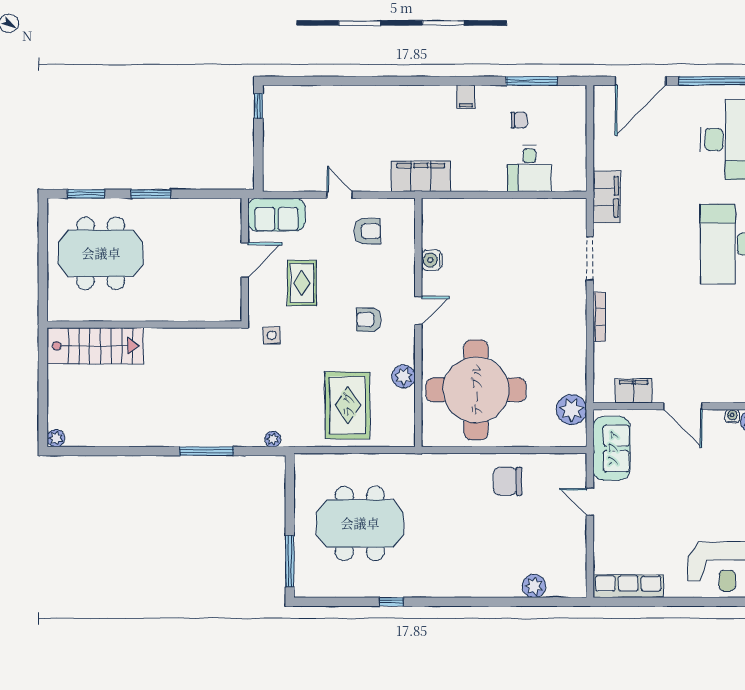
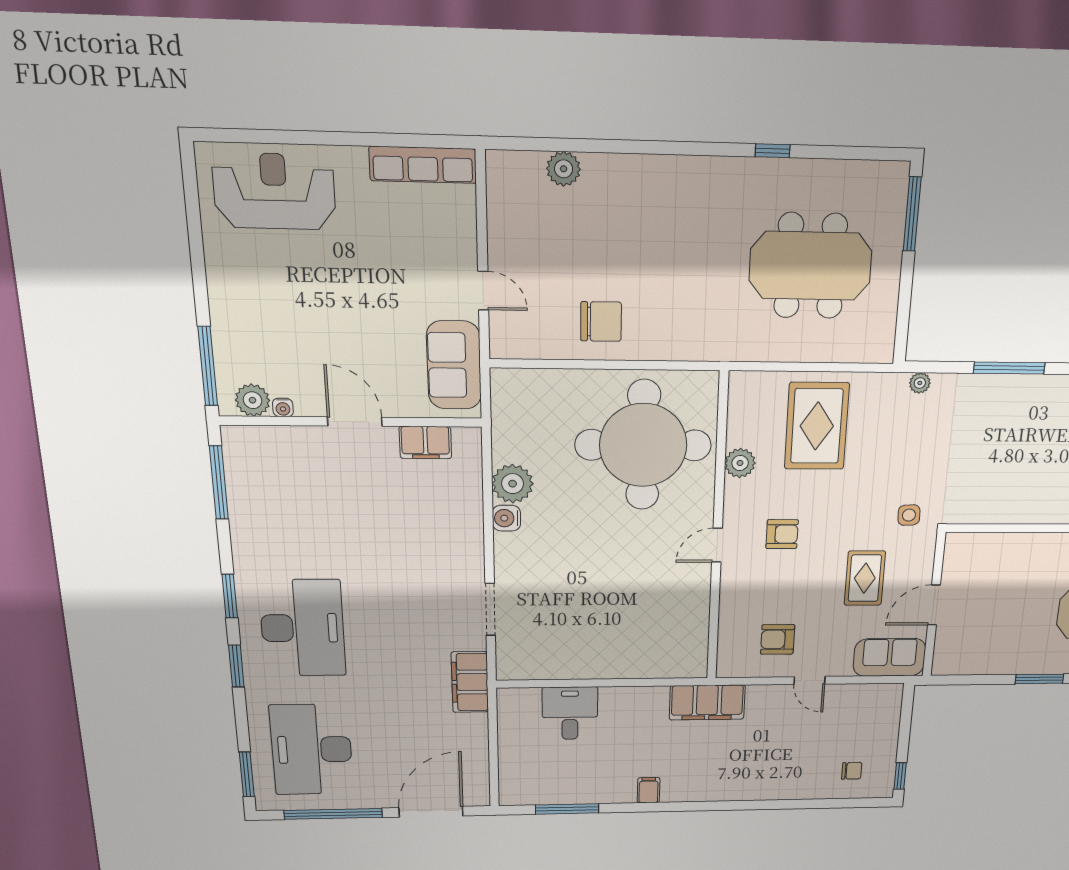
chair: (519, 120) -> (852, 771), moved, turned 180
water cooler: (432, 260) -> (506, 518), moved, turned 180
bookcase: (599, 317) -> (476, 538), removed
plant: (572, 410) -> (513, 484), moved

